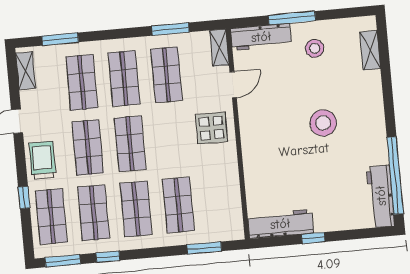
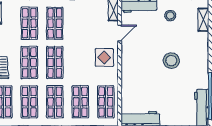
shop shelf: (167, 75) -> (106, 102), moved

